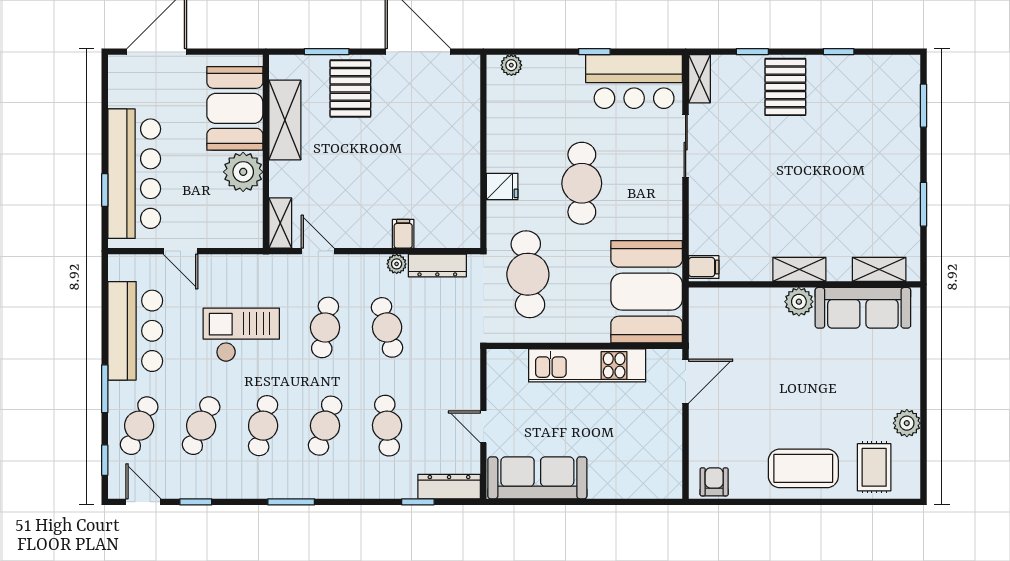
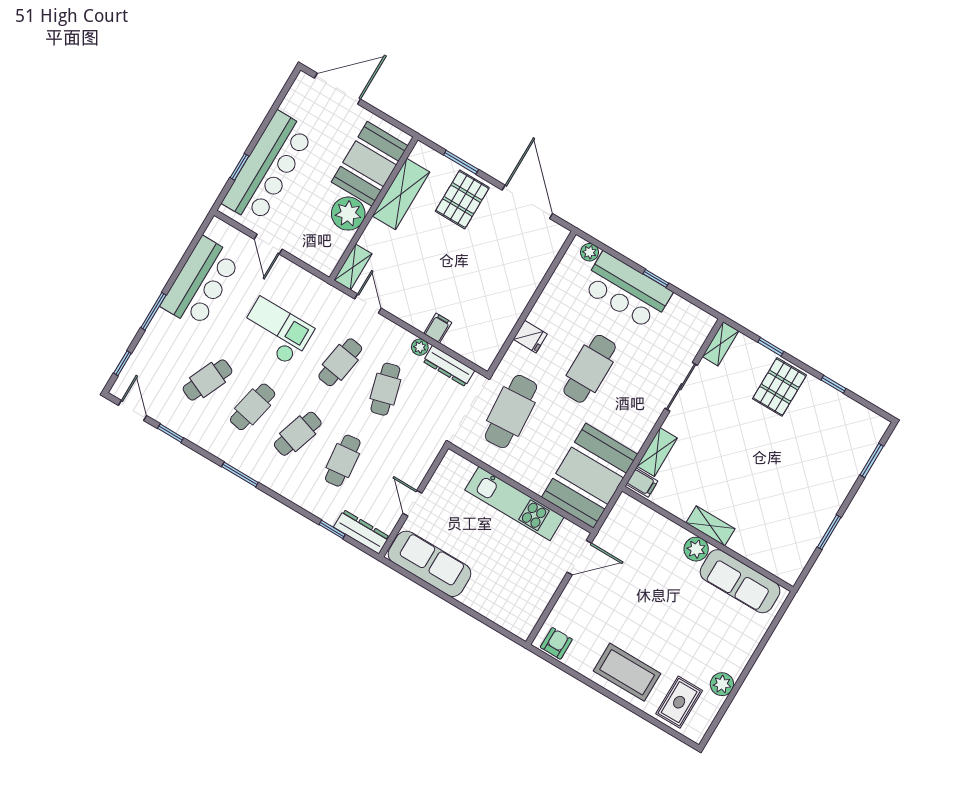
bar counter: (634, 82) -> (627, 291), moved
shelving: (879, 269) -> (657, 452), moved, turned 90
cafe table: (139, 426) -> (162, 353), removed

